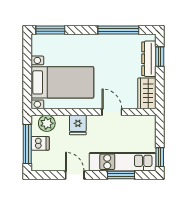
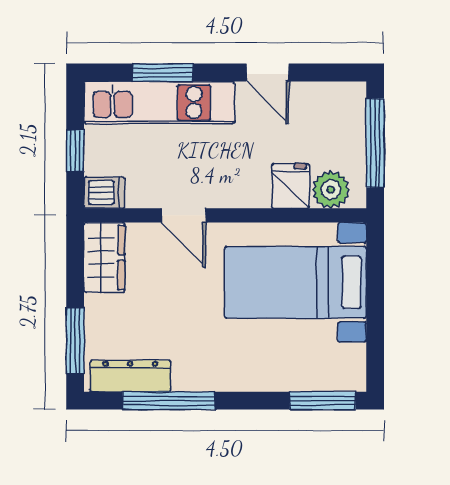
window: (160, 57) -> (75, 341), width x1.50
dresser: (149, 59) -> (130, 376), moved, turned -90
fridge: (78, 125) -> (291, 186), moved
dishwasher: (40, 143) -> (104, 193), moved, turned 180
window: (160, 157) -> (75, 151), moved

